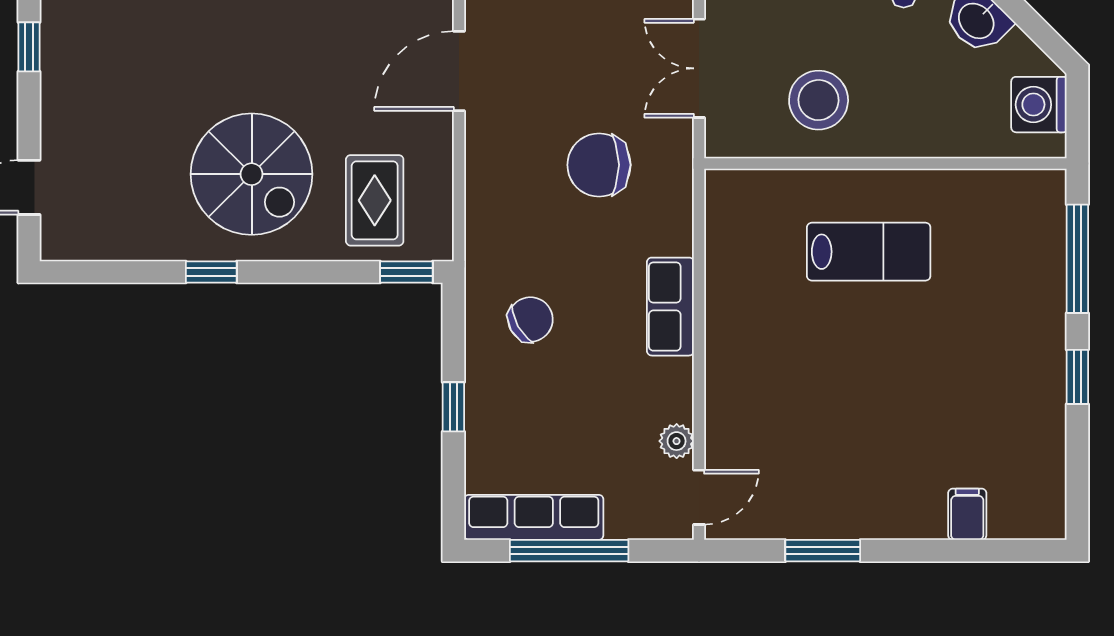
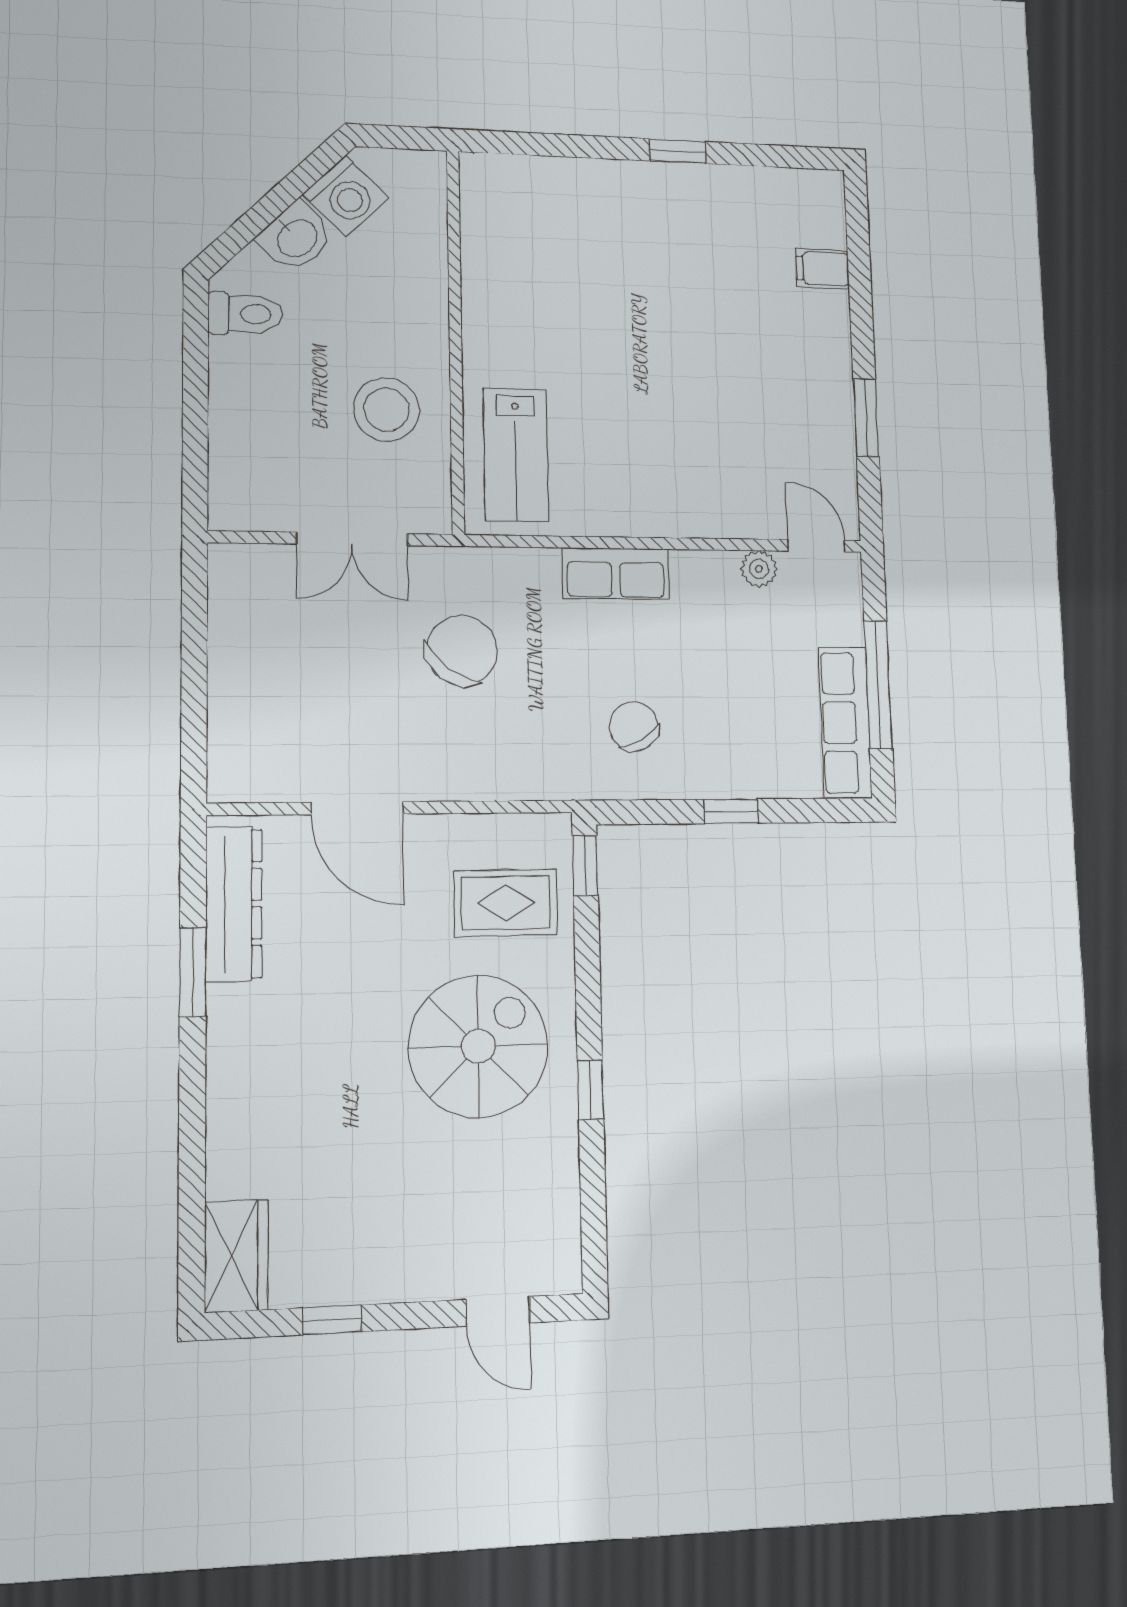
washing machine: (1039, 105) -> (346, 196), moved, turned -45
chair: (599, 165) -> (462, 650), turned -143
lab bench: (869, 252) -> (516, 455), moved, turned 180
window: (1077, 259) -> (554, 145), removed

